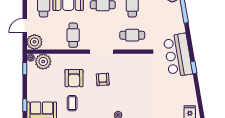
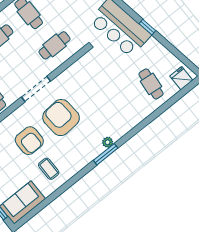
armchair: (103, 79) -> (61, 118), width x1.88, depth x1.88
cafe table: (170, 102) -> (151, 84), added

